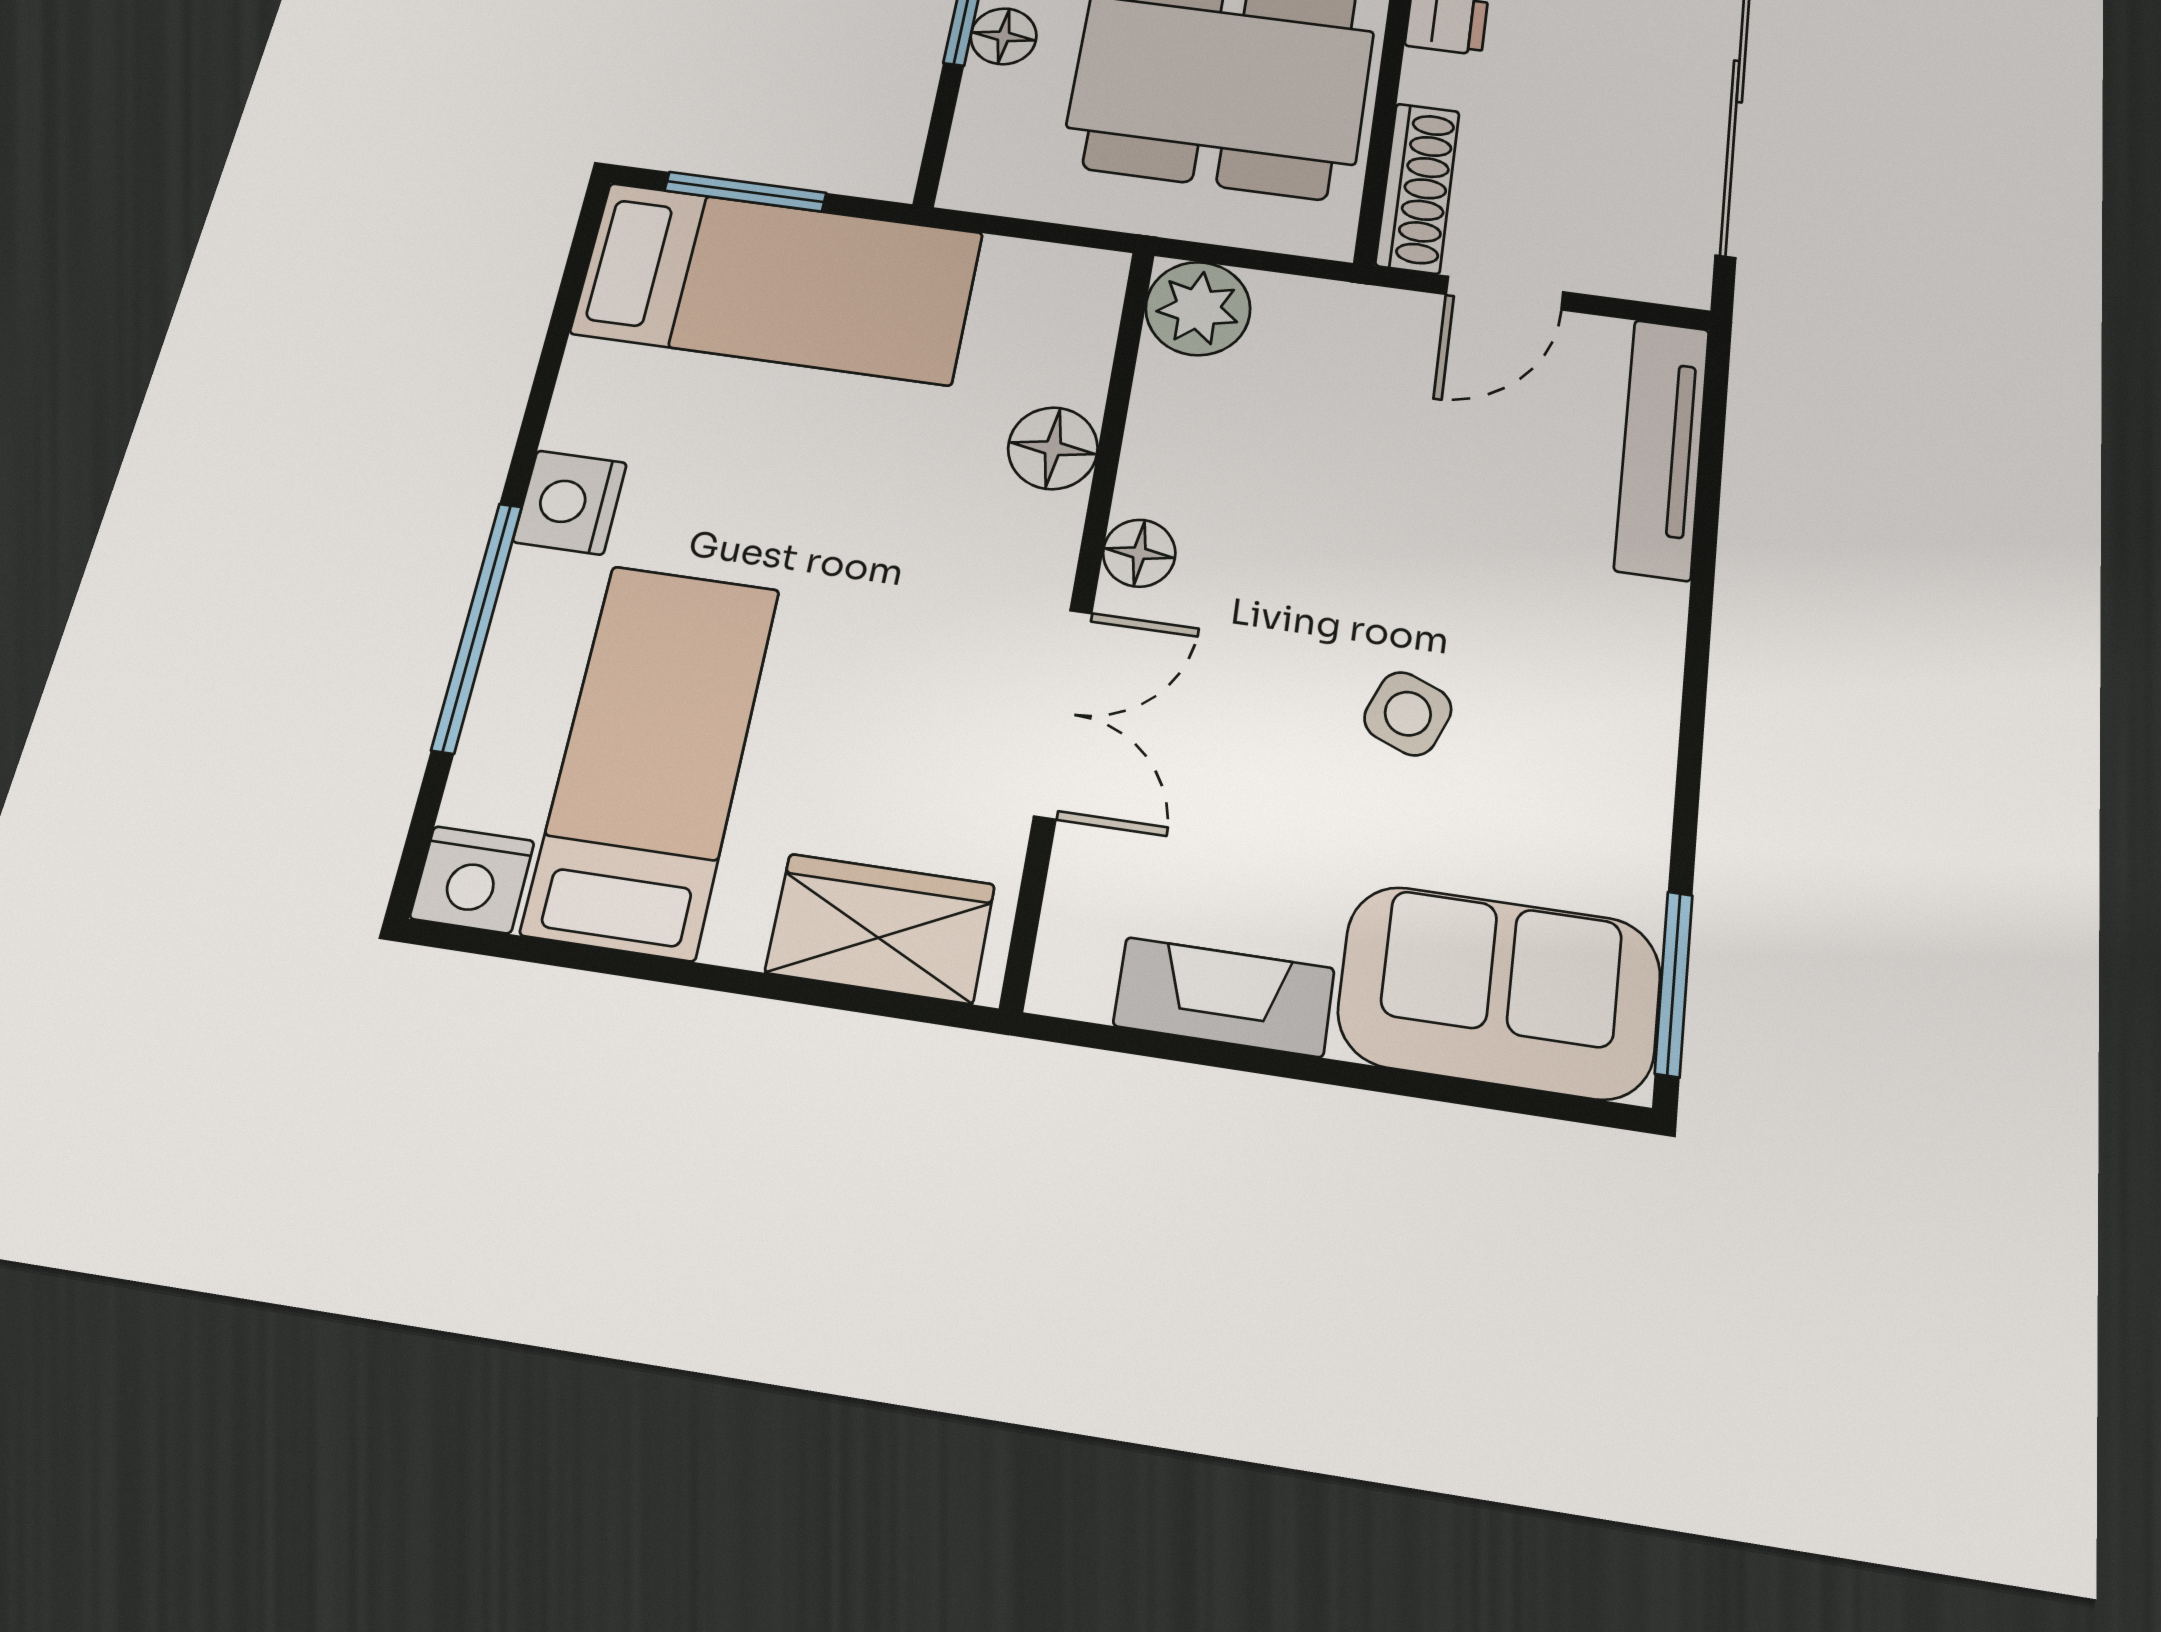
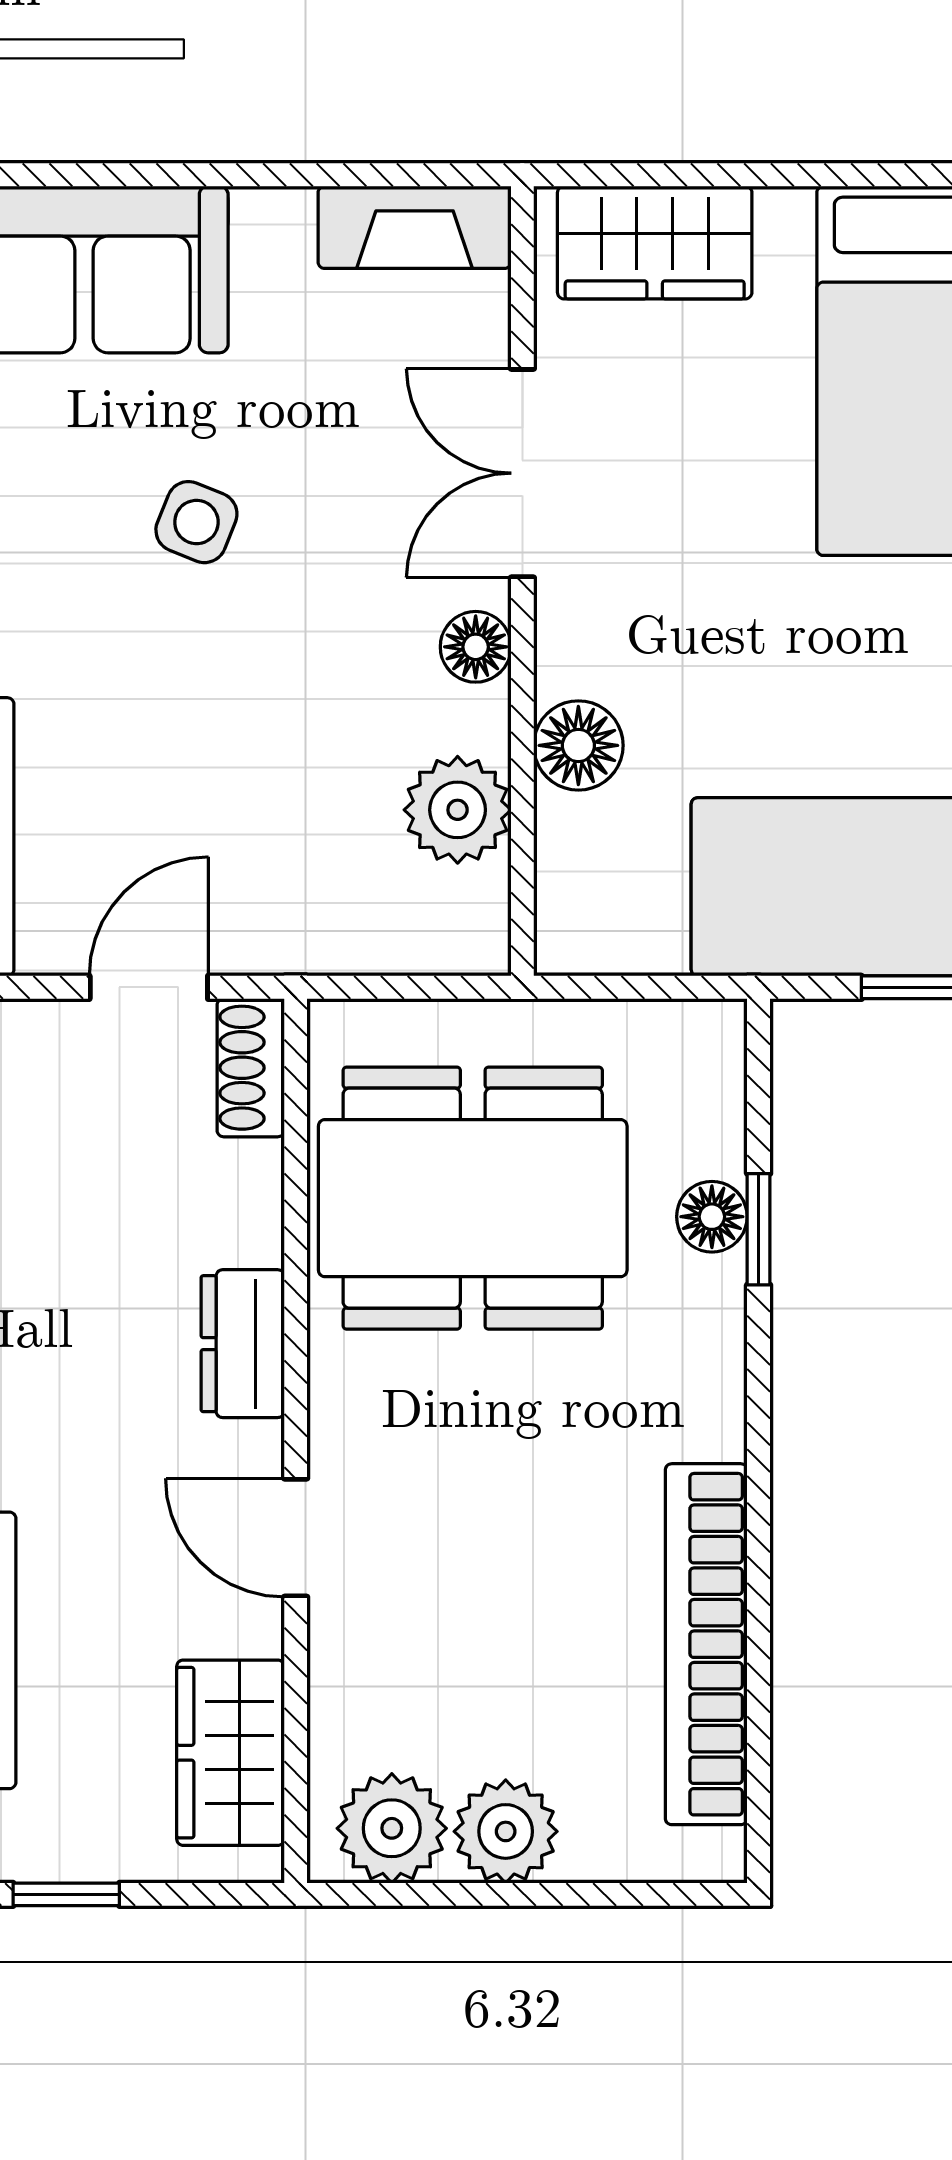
shoe rack: (1418, 188) -> (251, 1068), width x0.70
plant: (1198, 308) -> (458, 810), moved
fireplace: (1224, 997) -> (415, 227), moved

